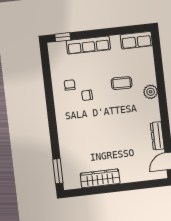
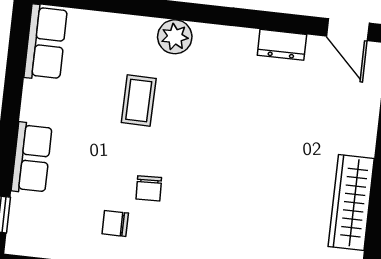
row of seats: (88, 45) -> (32, 158), width x0.68
dresser: (157, 136) -> (282, 45), width x0.70

